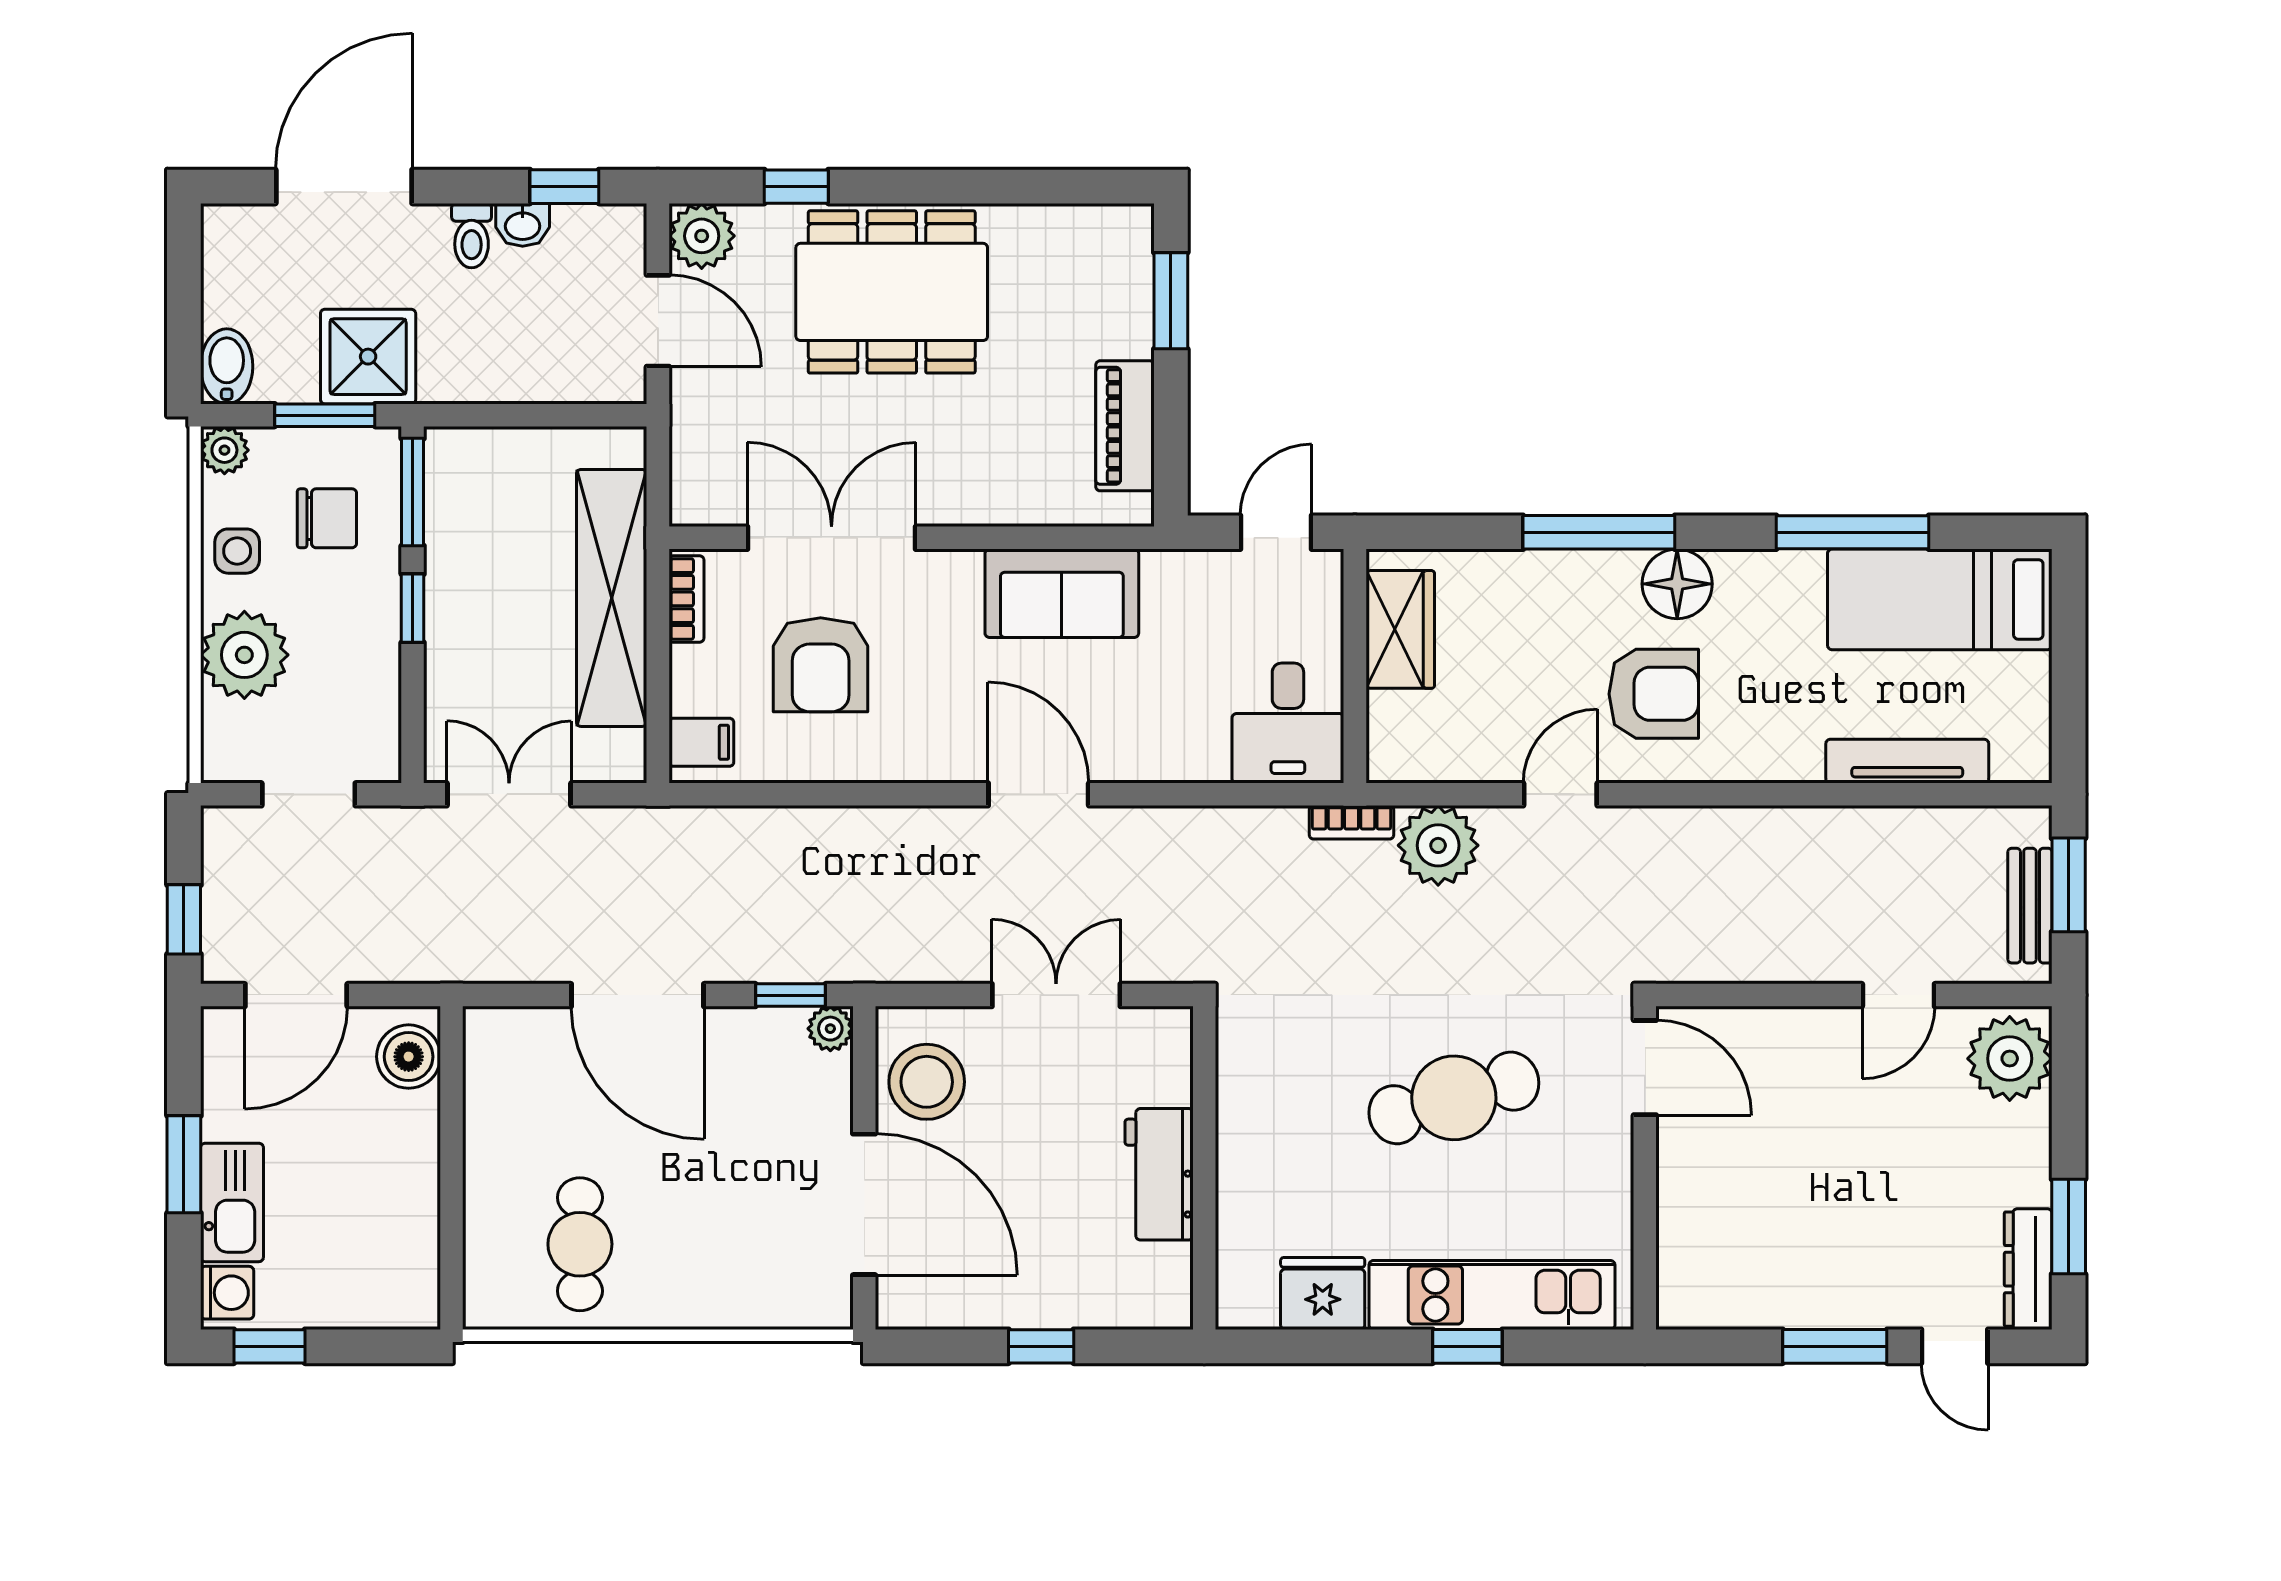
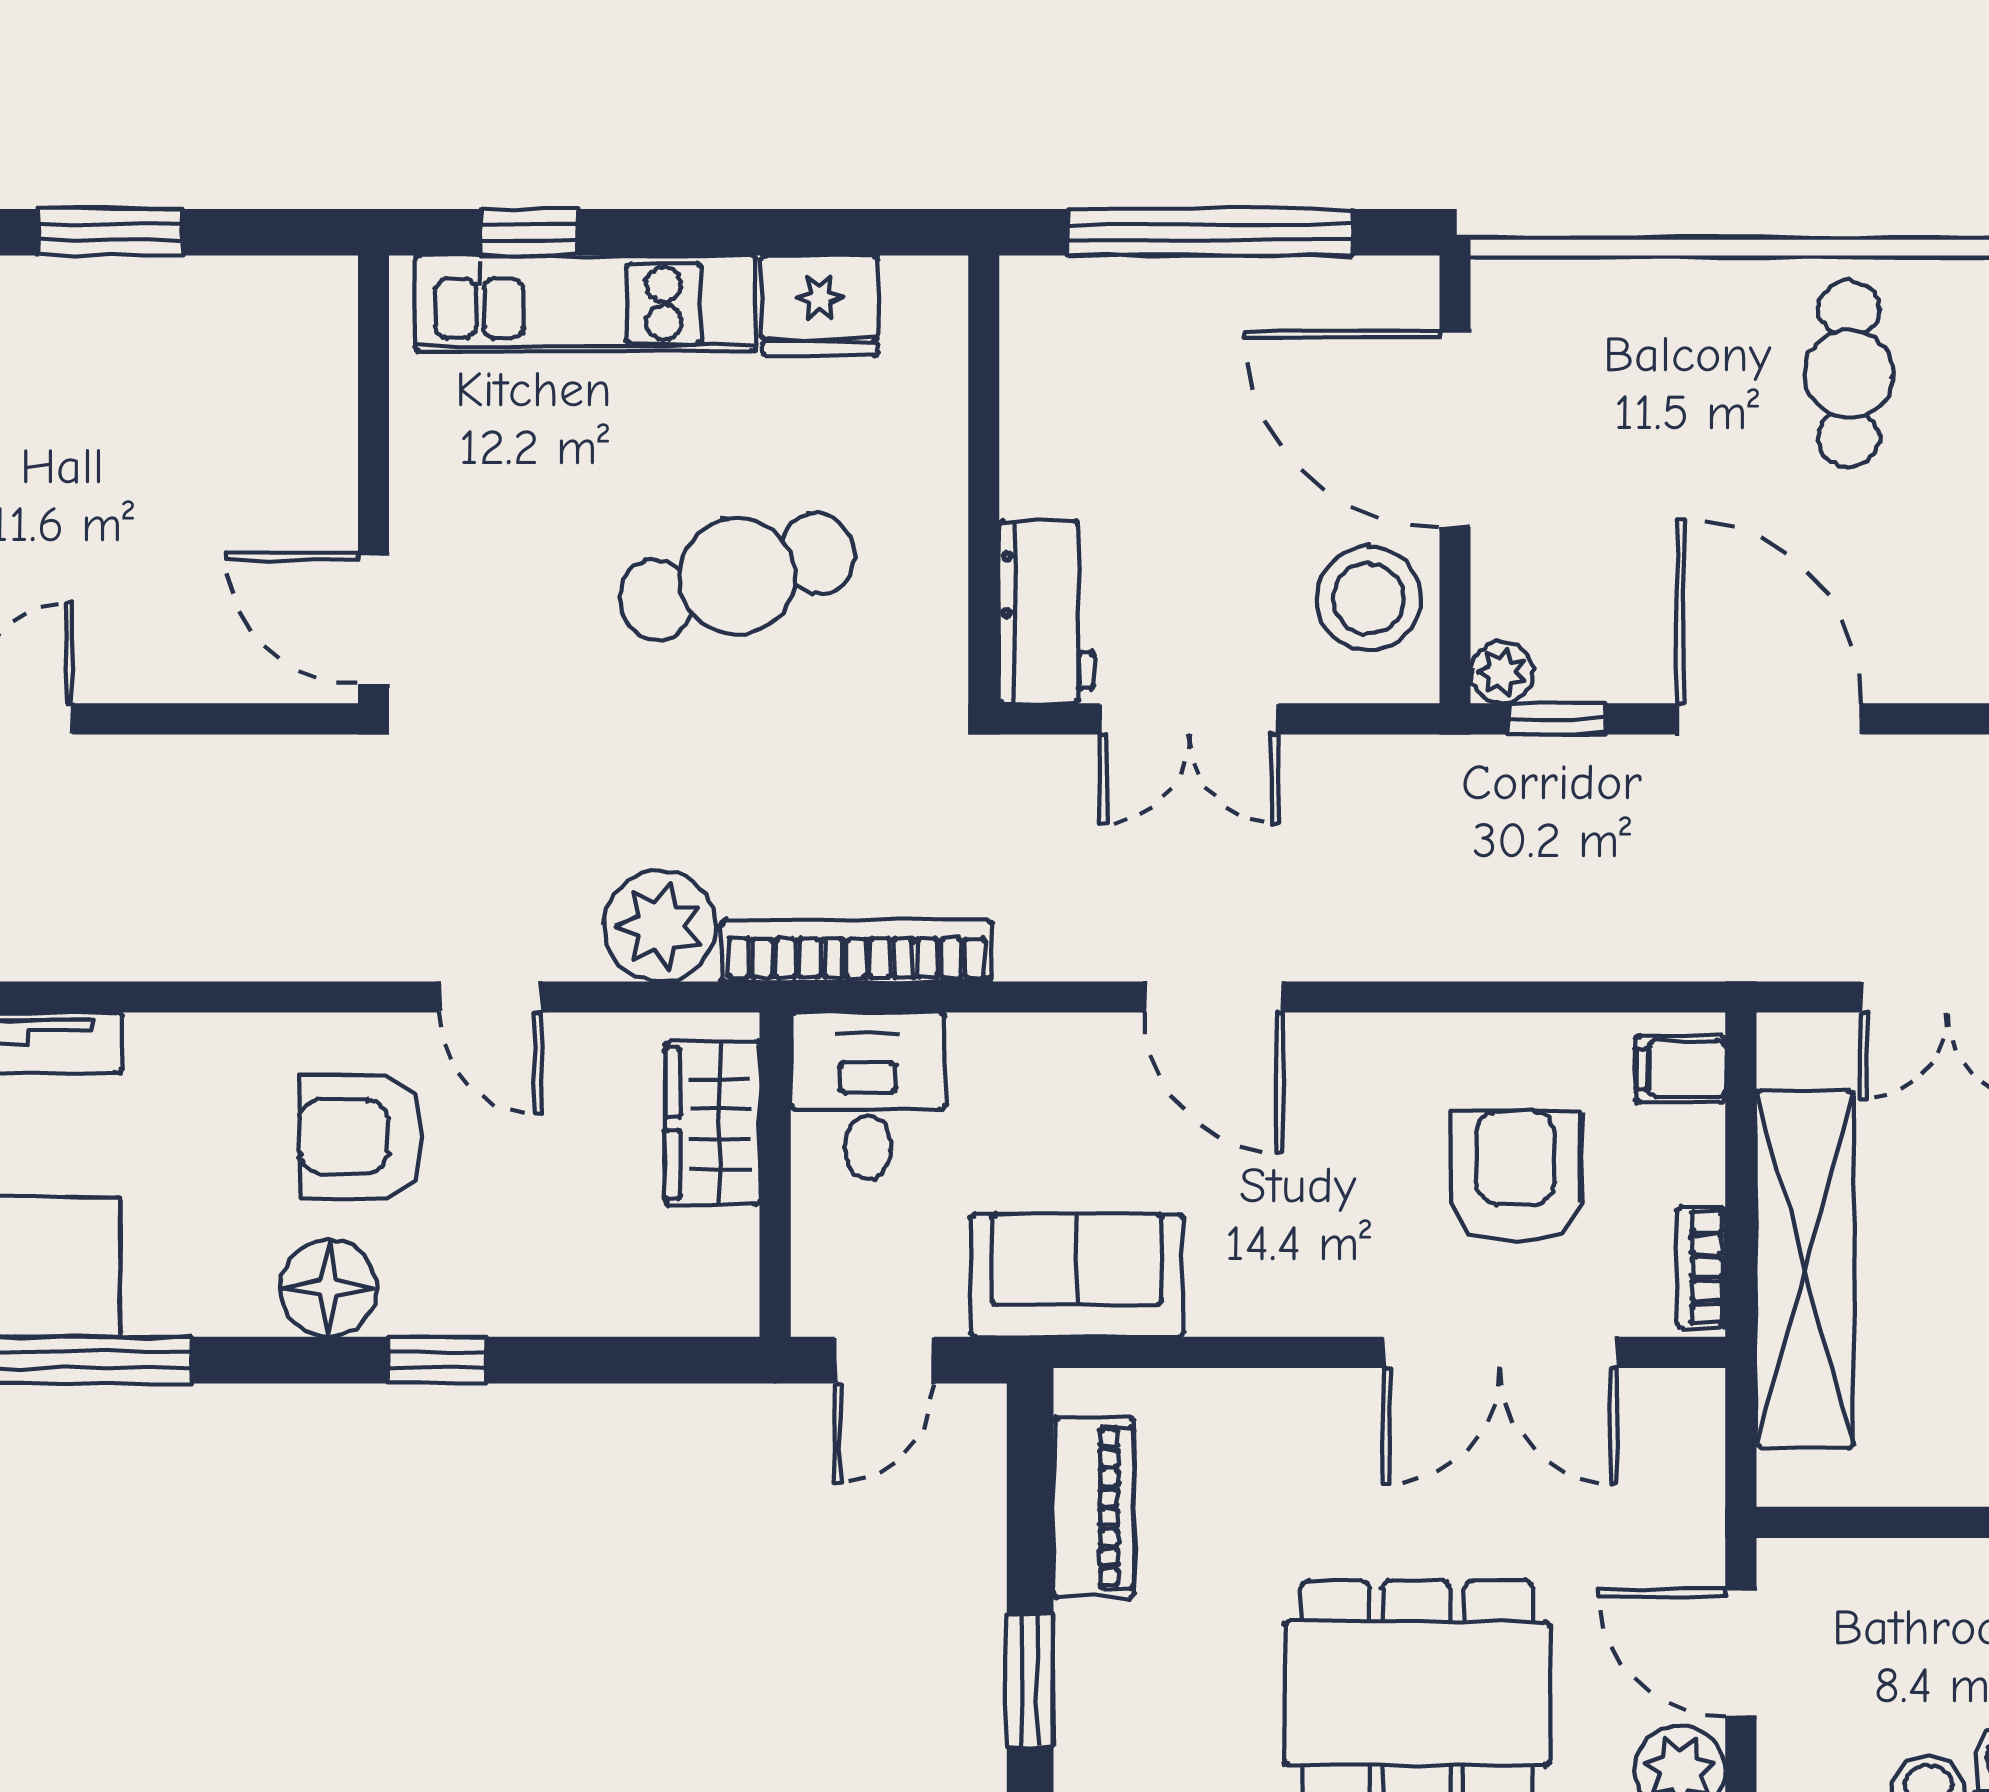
window: (1599, 532) -> (437, 1360), width x0.46
sofa: (1062, 593) -> (1077, 1275), moved
wardrobe: (1400, 629) -> (712, 1123), moved
door: (1560, 794) -> (490, 997), hinge flipped
bookcase: (1351, 822) -> (857, 951), width x2.31, depth x1.31
cafe table: (1454, 1098) -> (737, 577), moved
workbench: (1159, 1174) -> (1046, 612), moved
window: (1041, 1346) -> (1210, 232), width x3.17
window: (1467, 1346) -> (529, 232), moved

